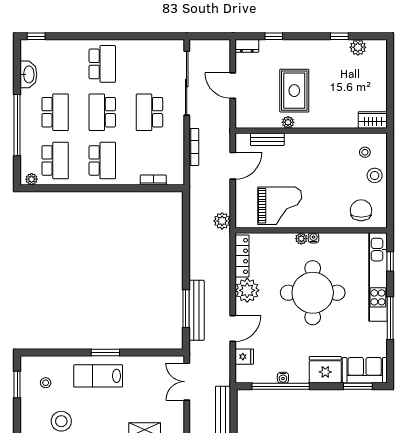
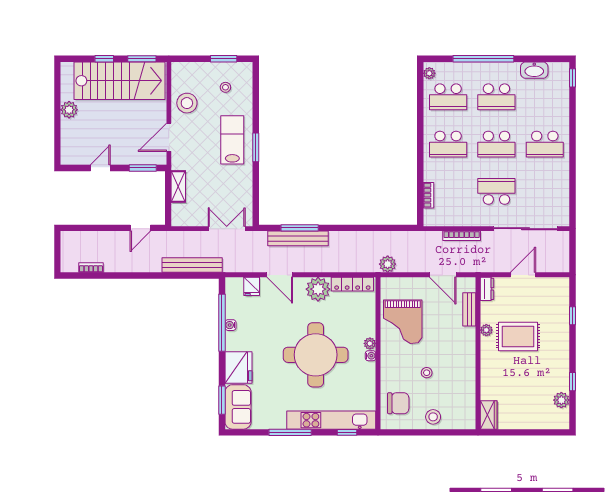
dresser: (247, 46) -> (487, 289), moved, turned 180
school desk: (102, 112) -> (496, 144), turned 180
stool: (365, 152) -> (427, 373), moved

